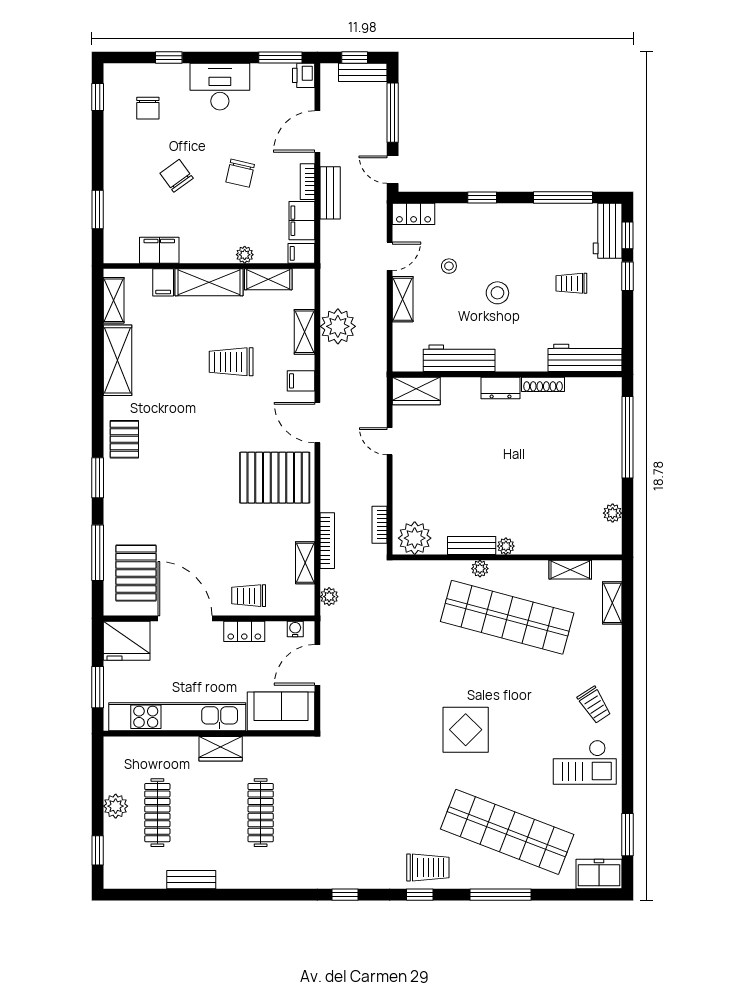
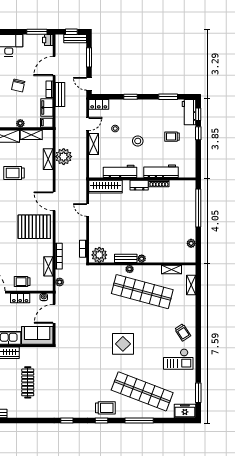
window: (393, 113) -> (89, 57), width x0.69
window: (563, 198) -> (168, 97), width x0.69
workbench: (585, 358) -> (161, 171), moved
filing cabinet: (301, 381) -> (47, 182), removed
wardrobe: (416, 391) -> (106, 187), width x1.50

